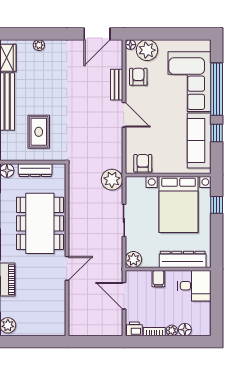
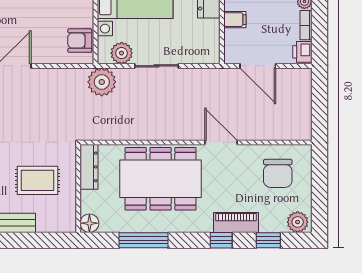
dresser: (35, 170) -> (89, 167), moved
plant: (133, 259) -> (122, 53), moved
door: (124, 296) -> (258, 66), hinge flipped
chair: (44, 311) -> (278, 173), added

